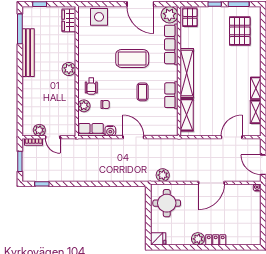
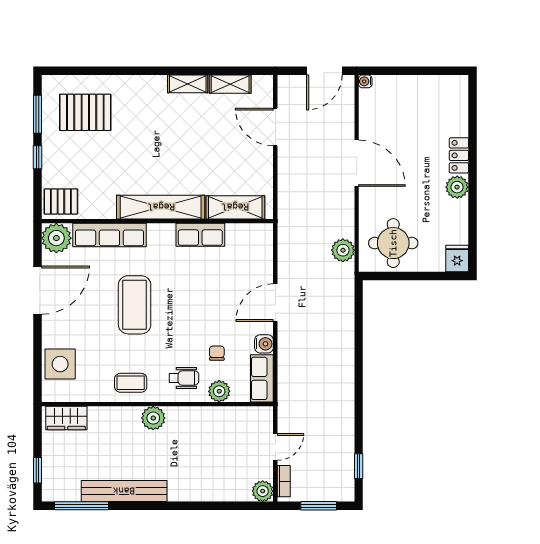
coffee table: (142, 92) -> (131, 383), moved
plant: (39, 130) -> (263, 491), moved

